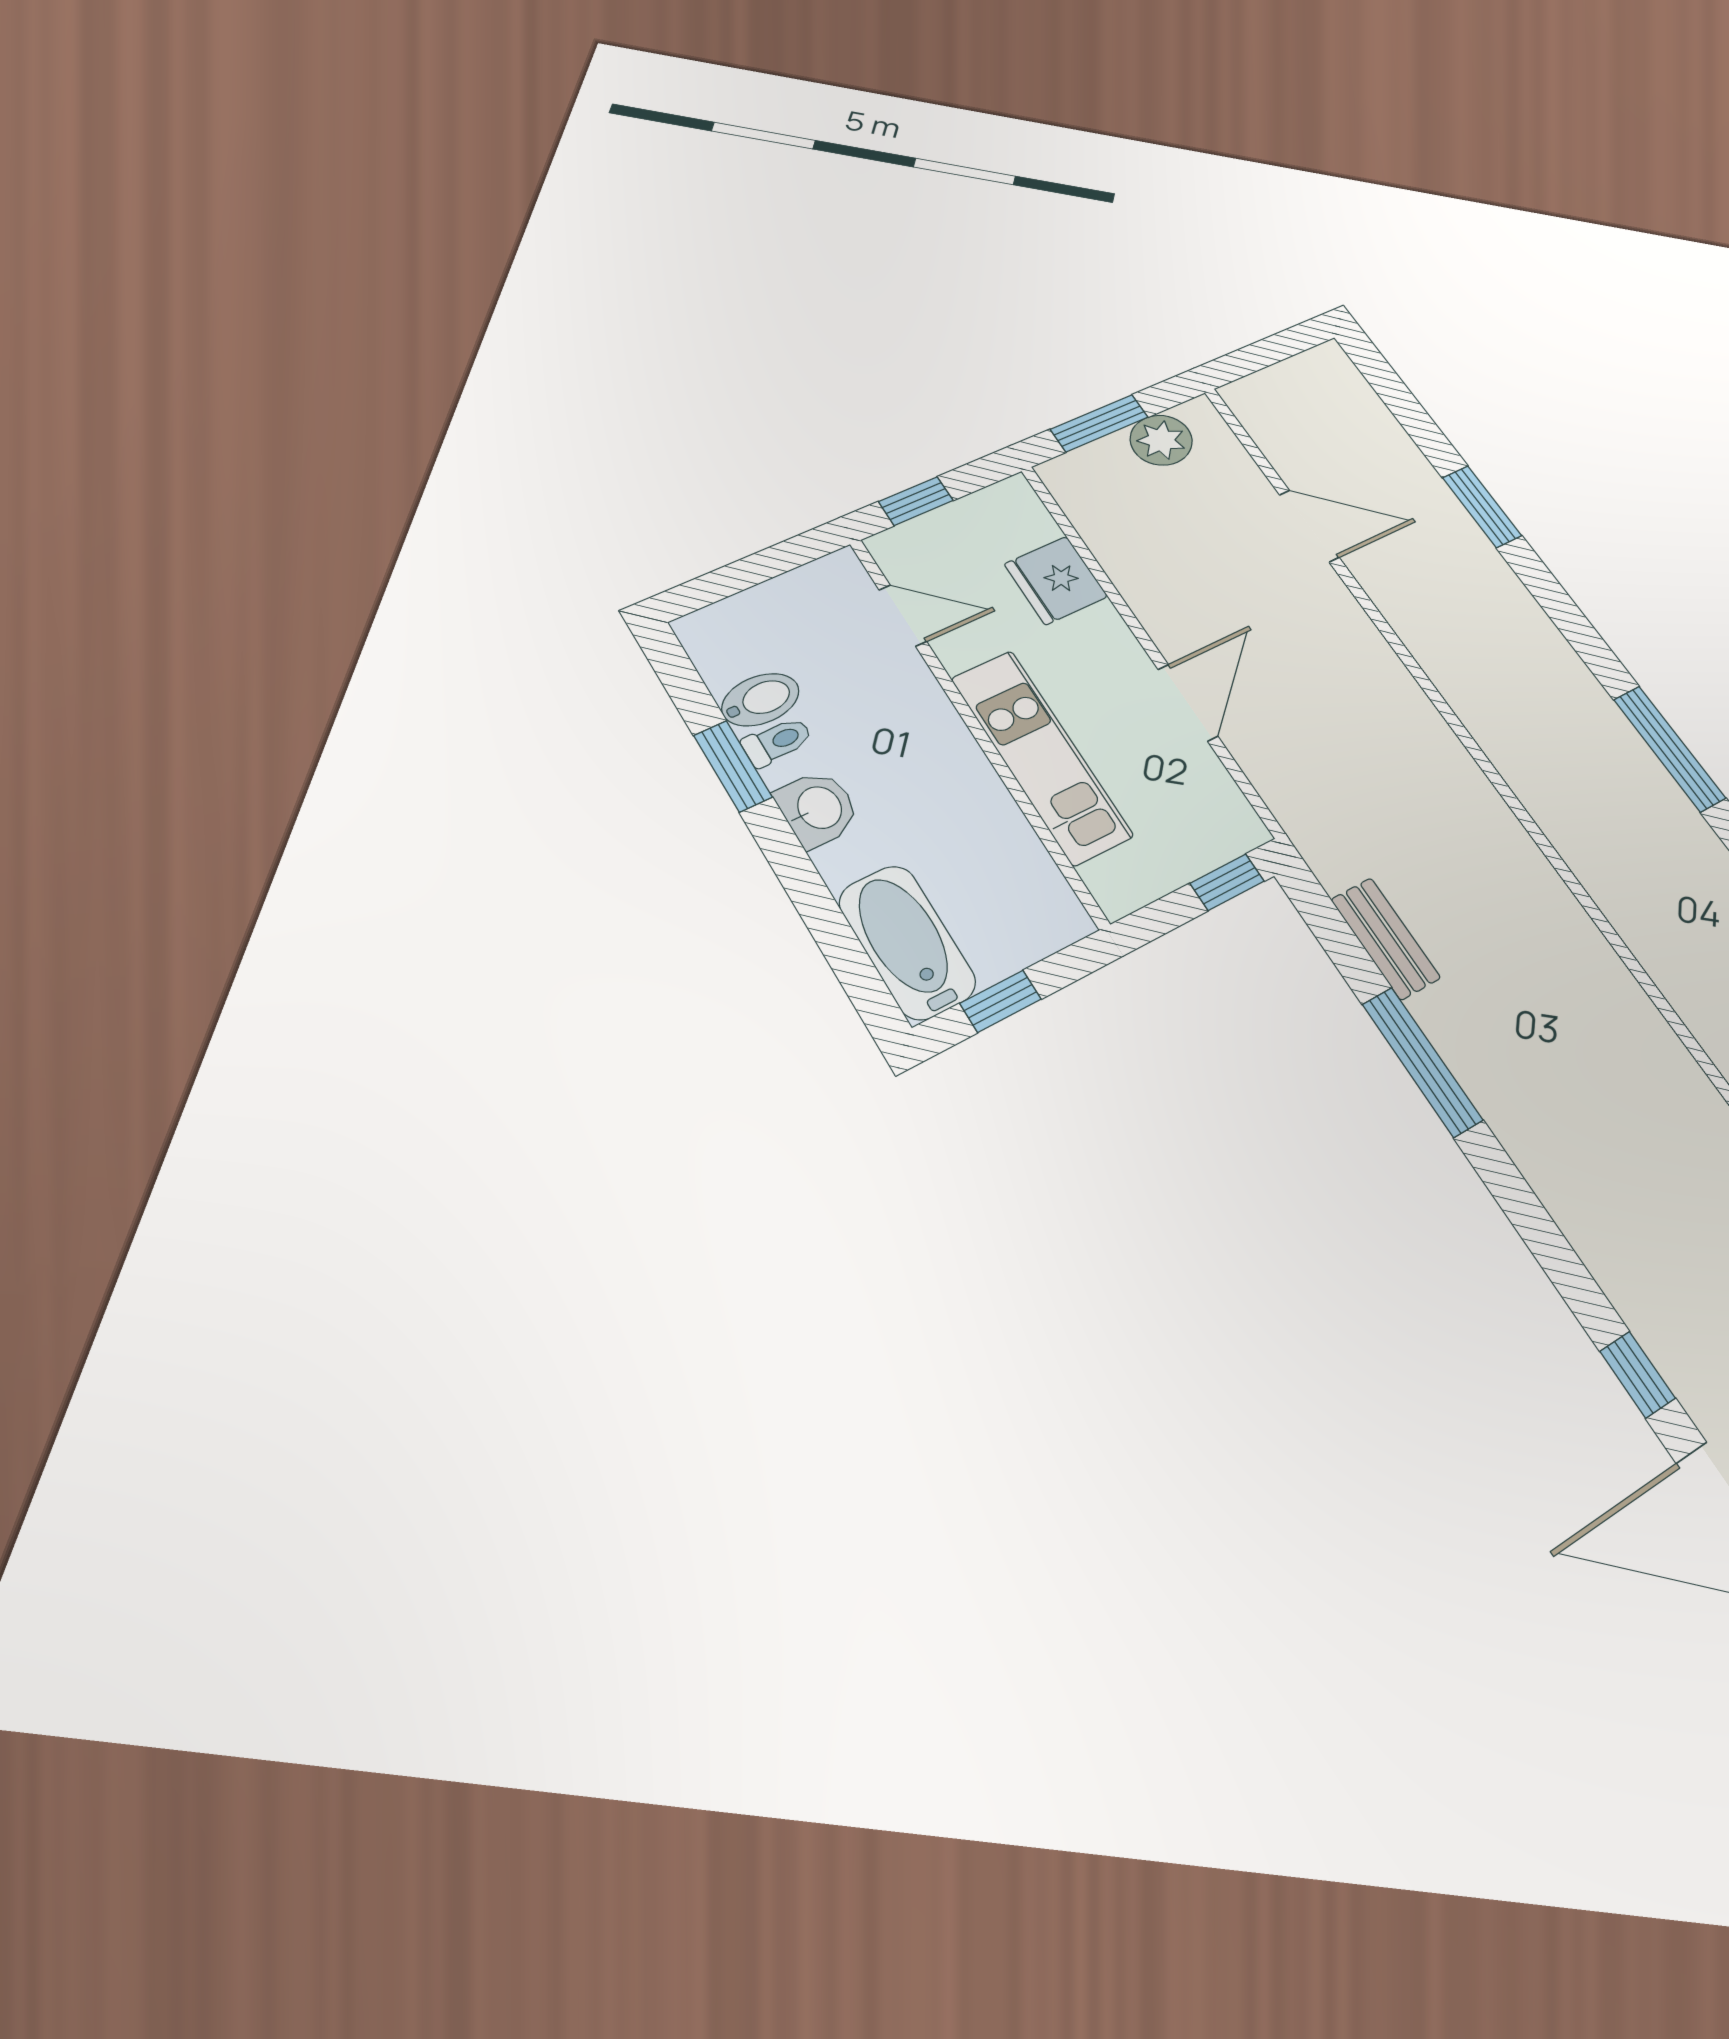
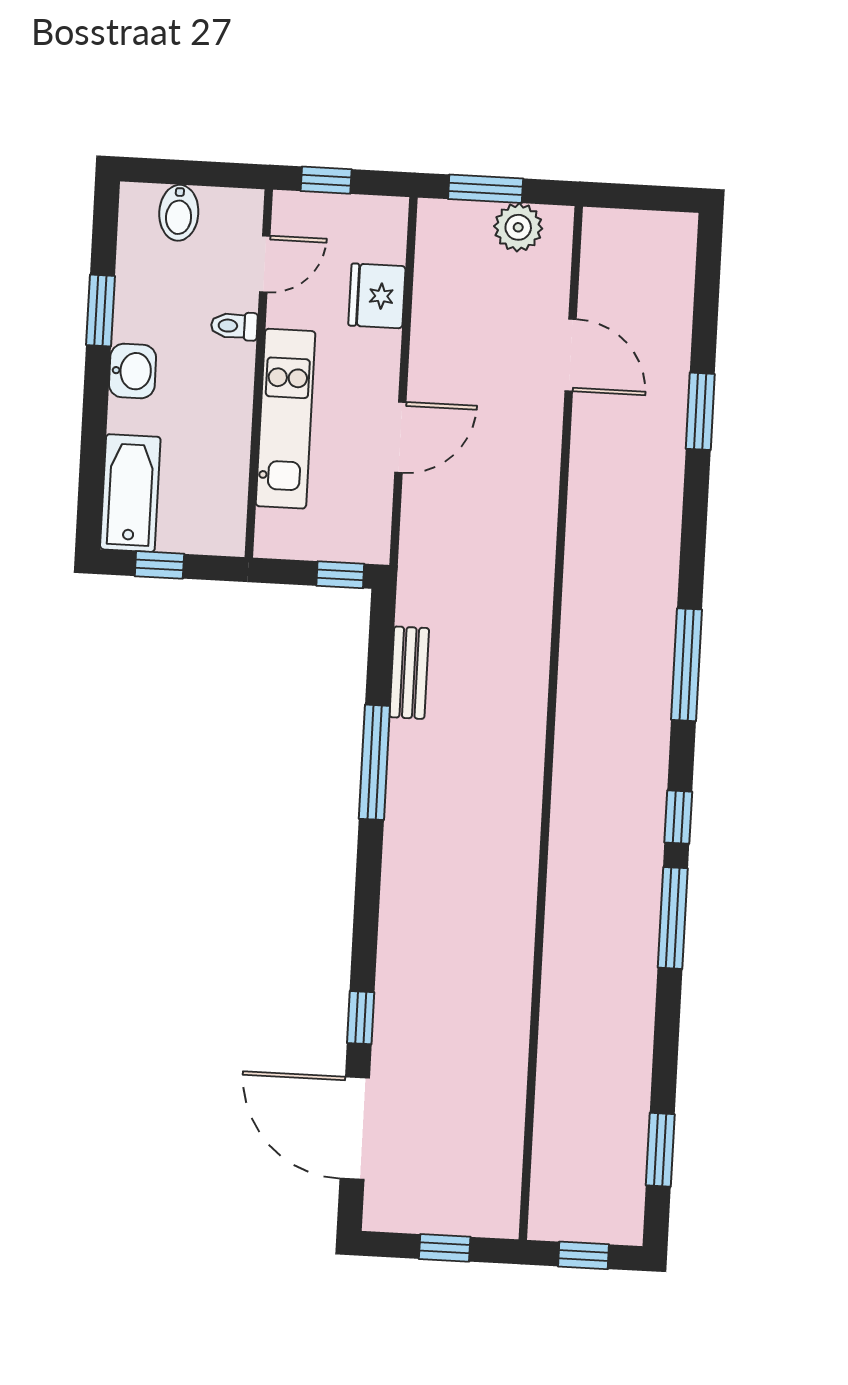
door: (903, 616) -> (265, 264), hinge flipped
bidet: (760, 700) -> (179, 213), moved, turned 90
toilet: (777, 742) -> (234, 326), moved, turned 180

